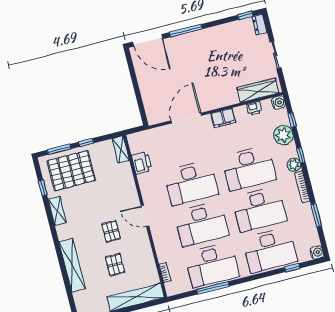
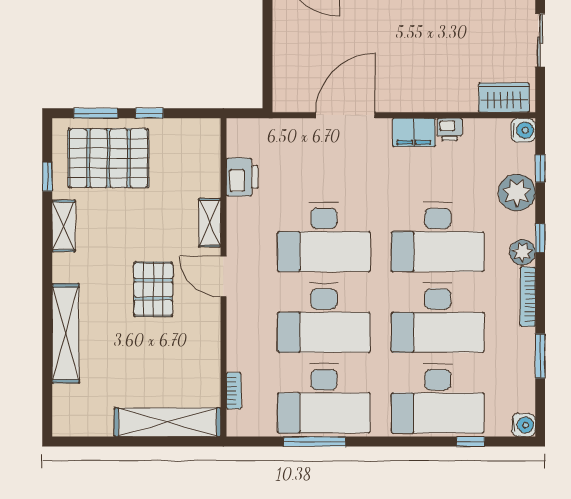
wardrobe: (258, 90) -> (504, 98), width x0.67
printer: (254, 108) -> (450, 129), moved
shelving: (121, 149) -> (210, 223), moved
pallet: (111, 231) -> (153, 289), width x1.50, depth x1.42
pallet: (115, 265) -> (145, 353), removed

